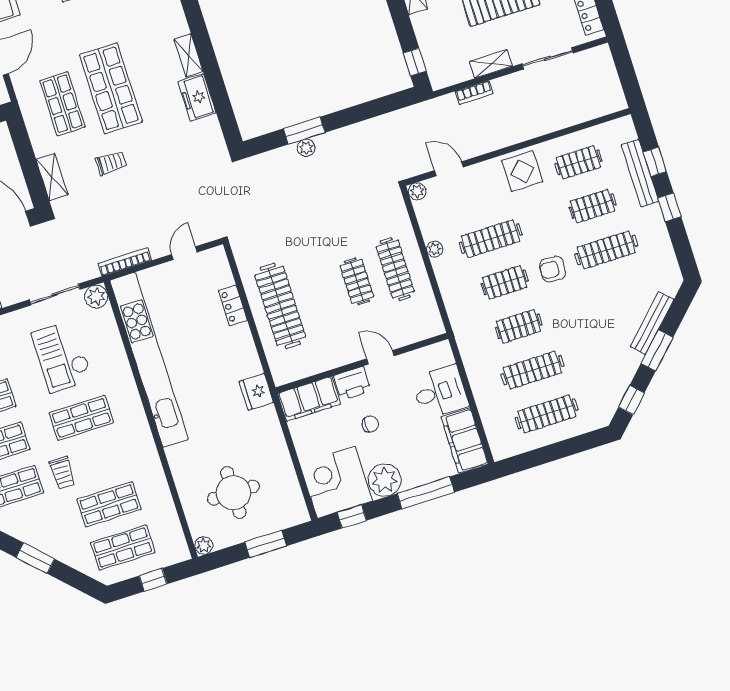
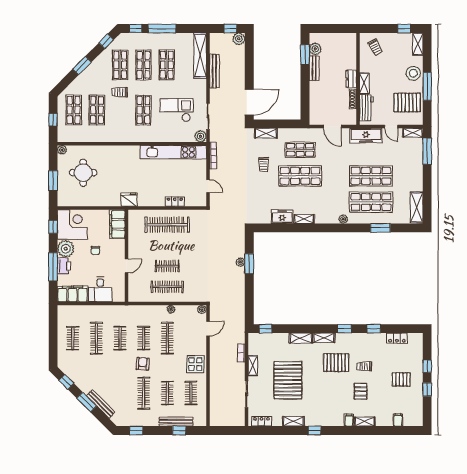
window: (669, 207) -> (136, 430), moved
kitchen unit: (149, 360) -> (173, 152), width x0.73
printer: (352, 383) -> (64, 266), moved, turned 180
clothes rail: (547, 414) -> (73, 338), width x0.73

